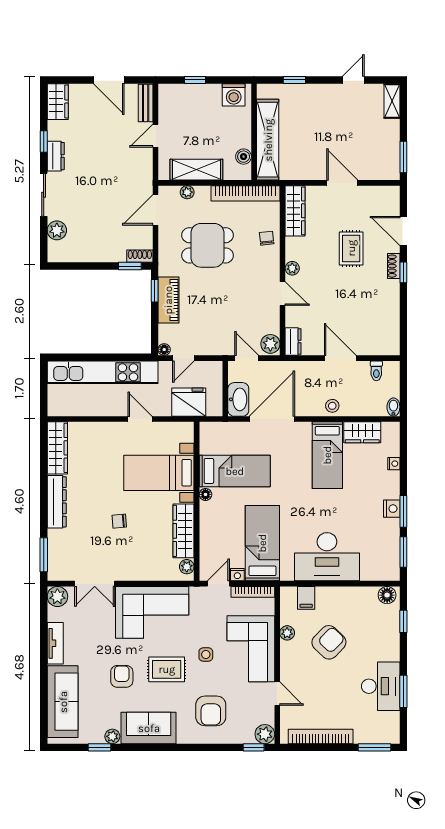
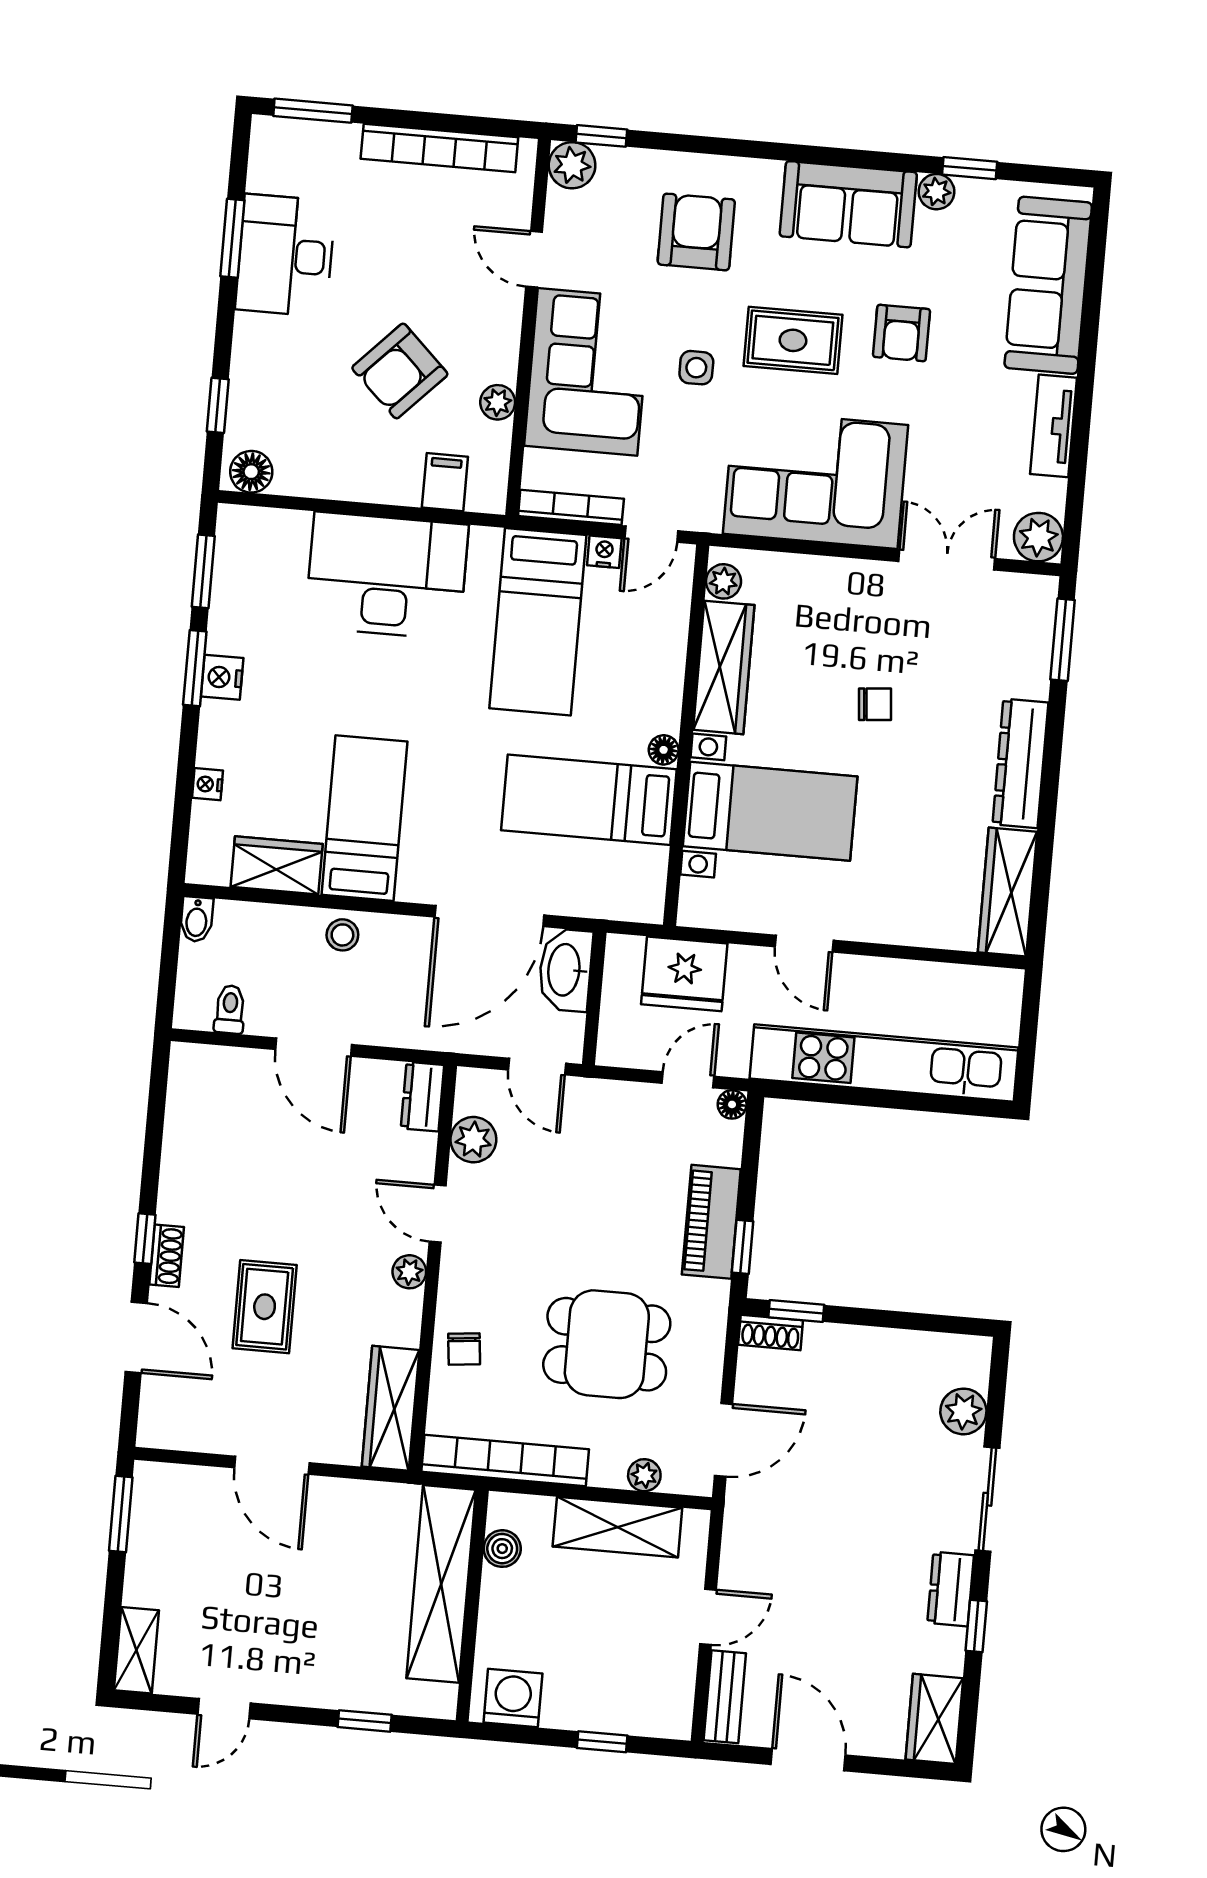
plant: (270, 344) -> (473, 1140), moved

